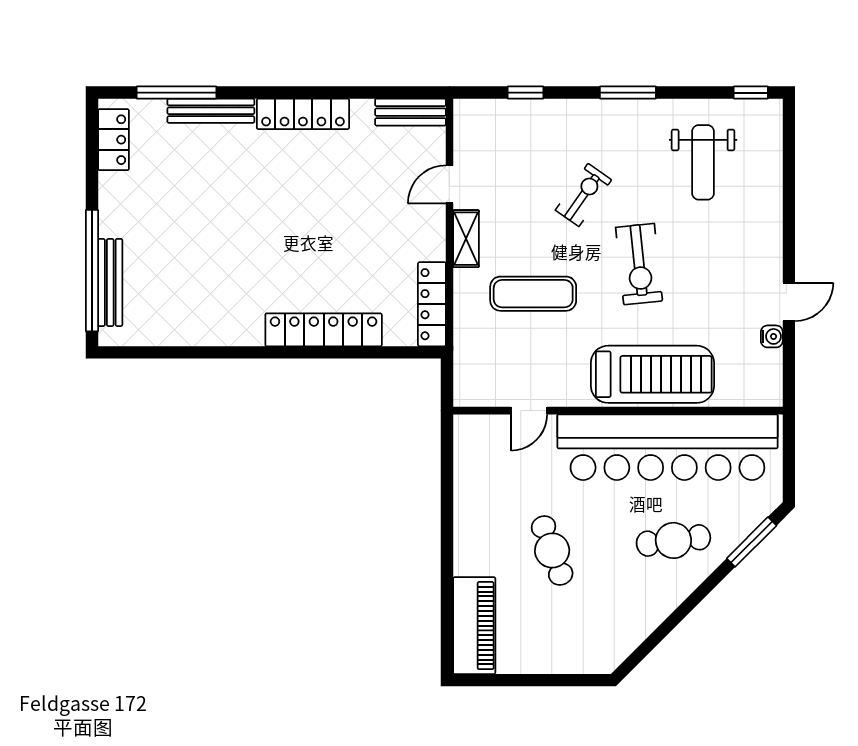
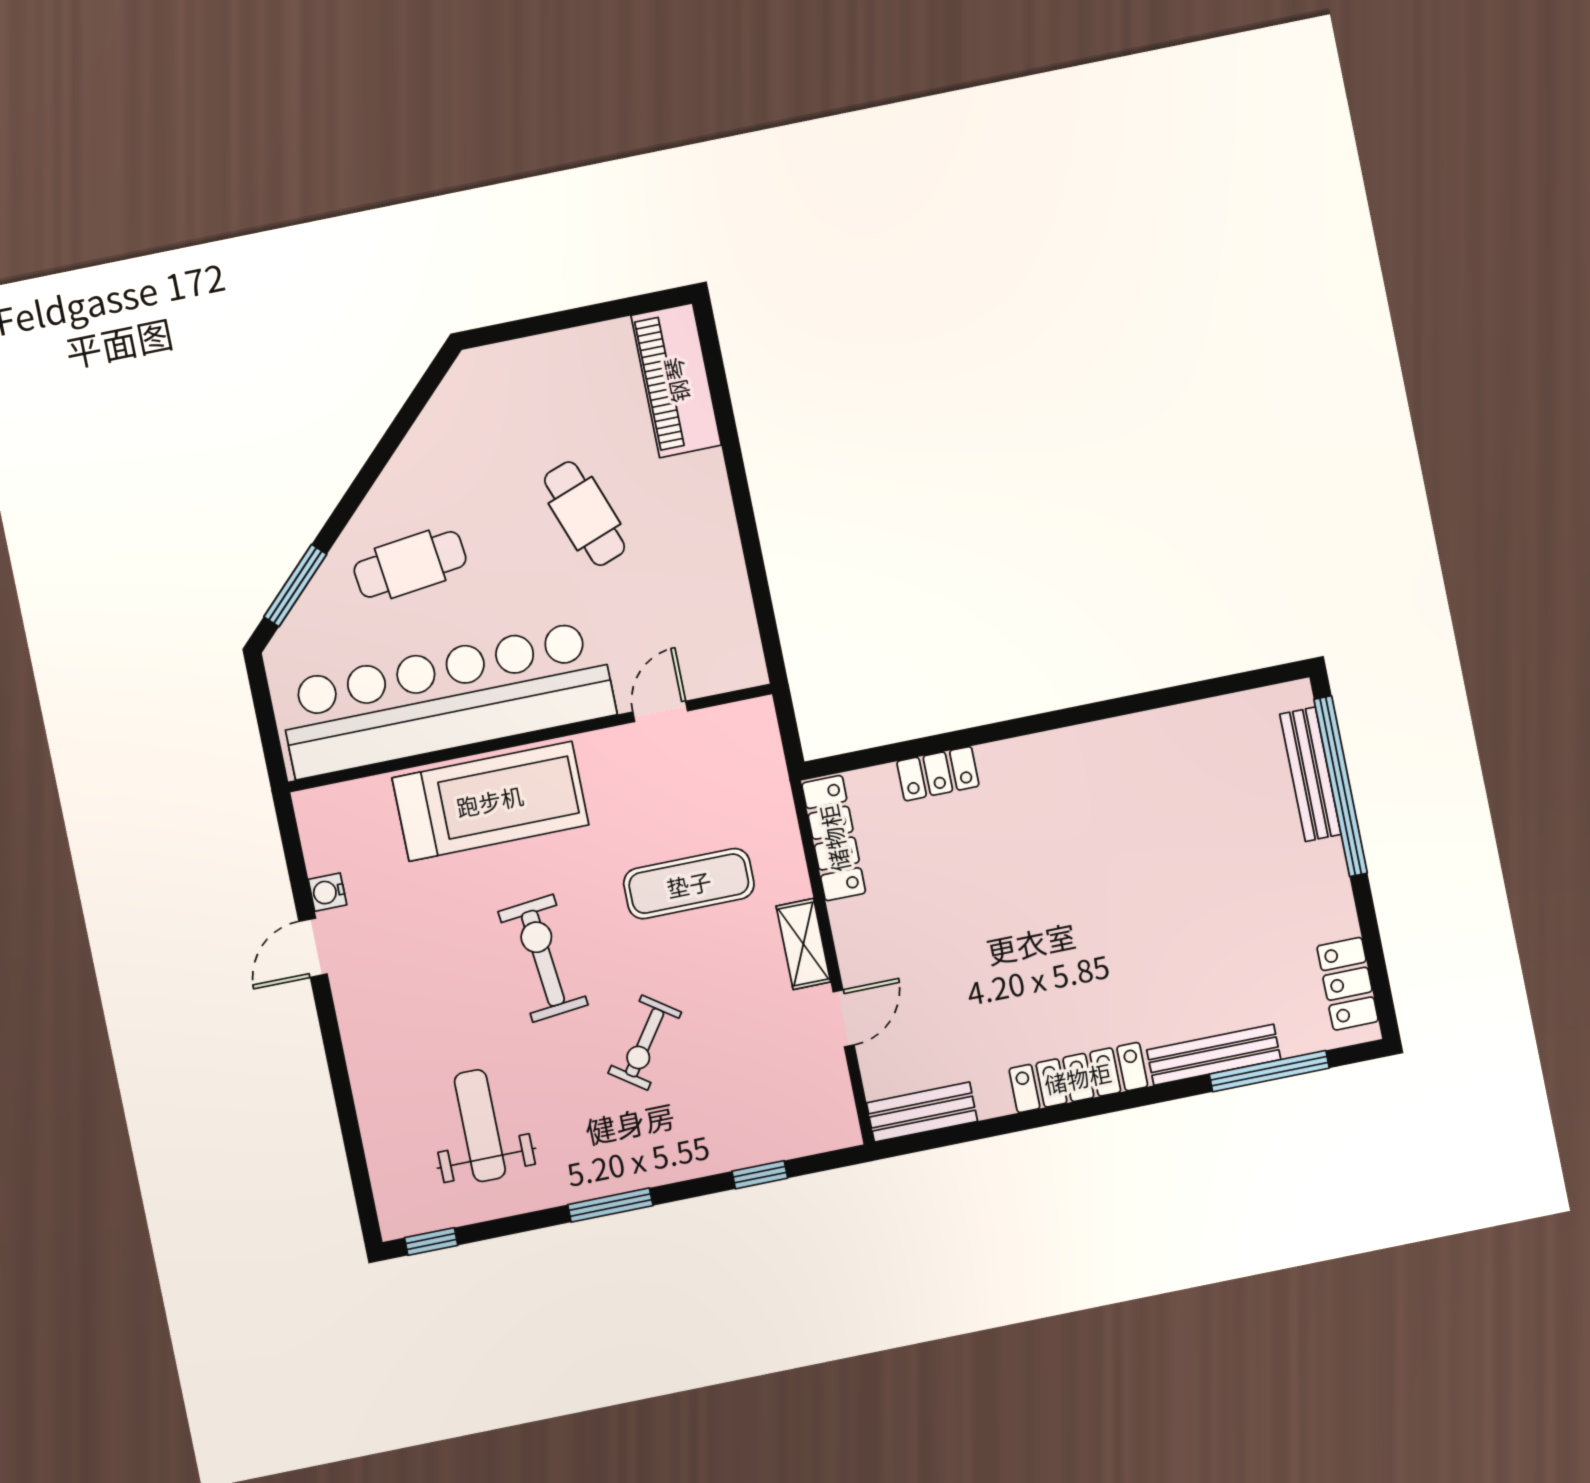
locker: (324, 330) -> (938, 774), width x0.46, depth x0.83
treadmill: (652, 374) -> (490, 801), turned 180

